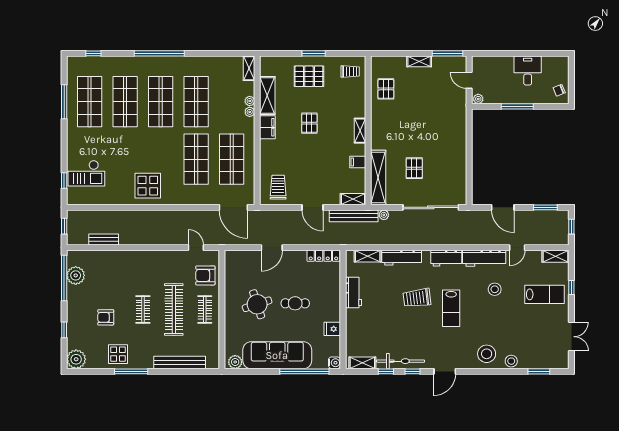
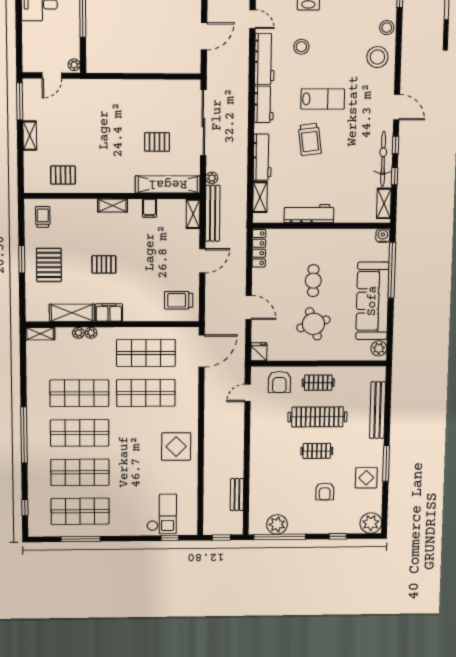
workbench: (353, 293) -> (309, 214), width x1.38
fridge: (332, 329) -> (259, 352), moved, turned 180

